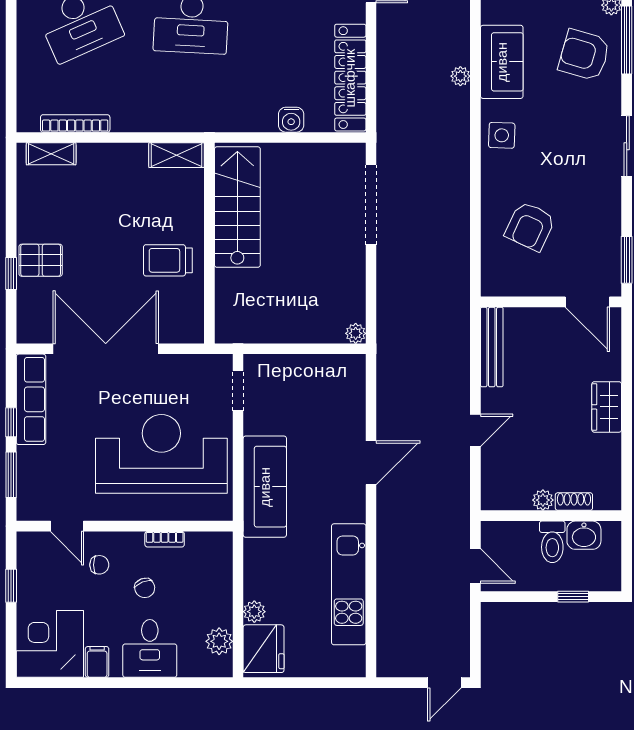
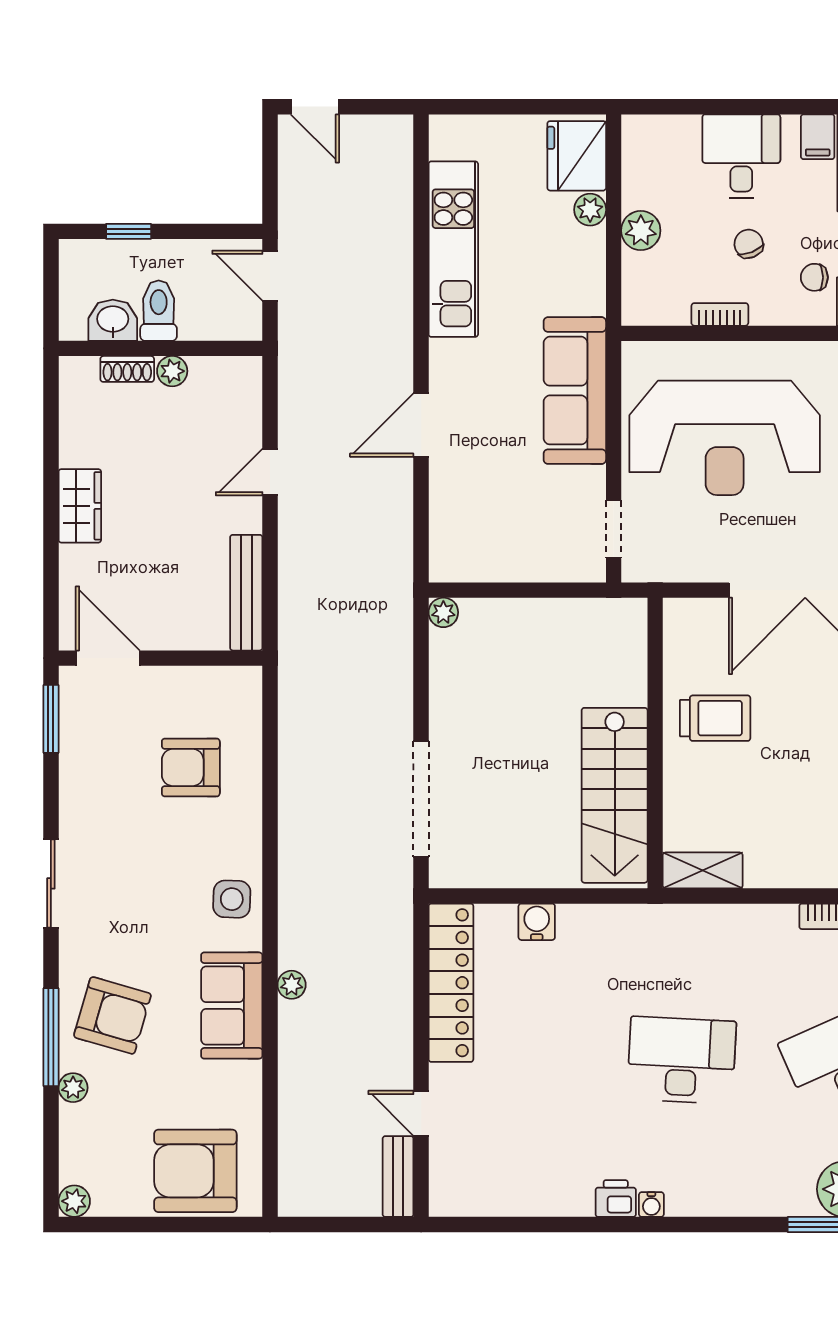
armchair: (530, 226) -> (191, 767), turned -115
plant: (219, 641) -> (641, 231), moved
door: (444, 683) -> (315, 107), swing flipped

